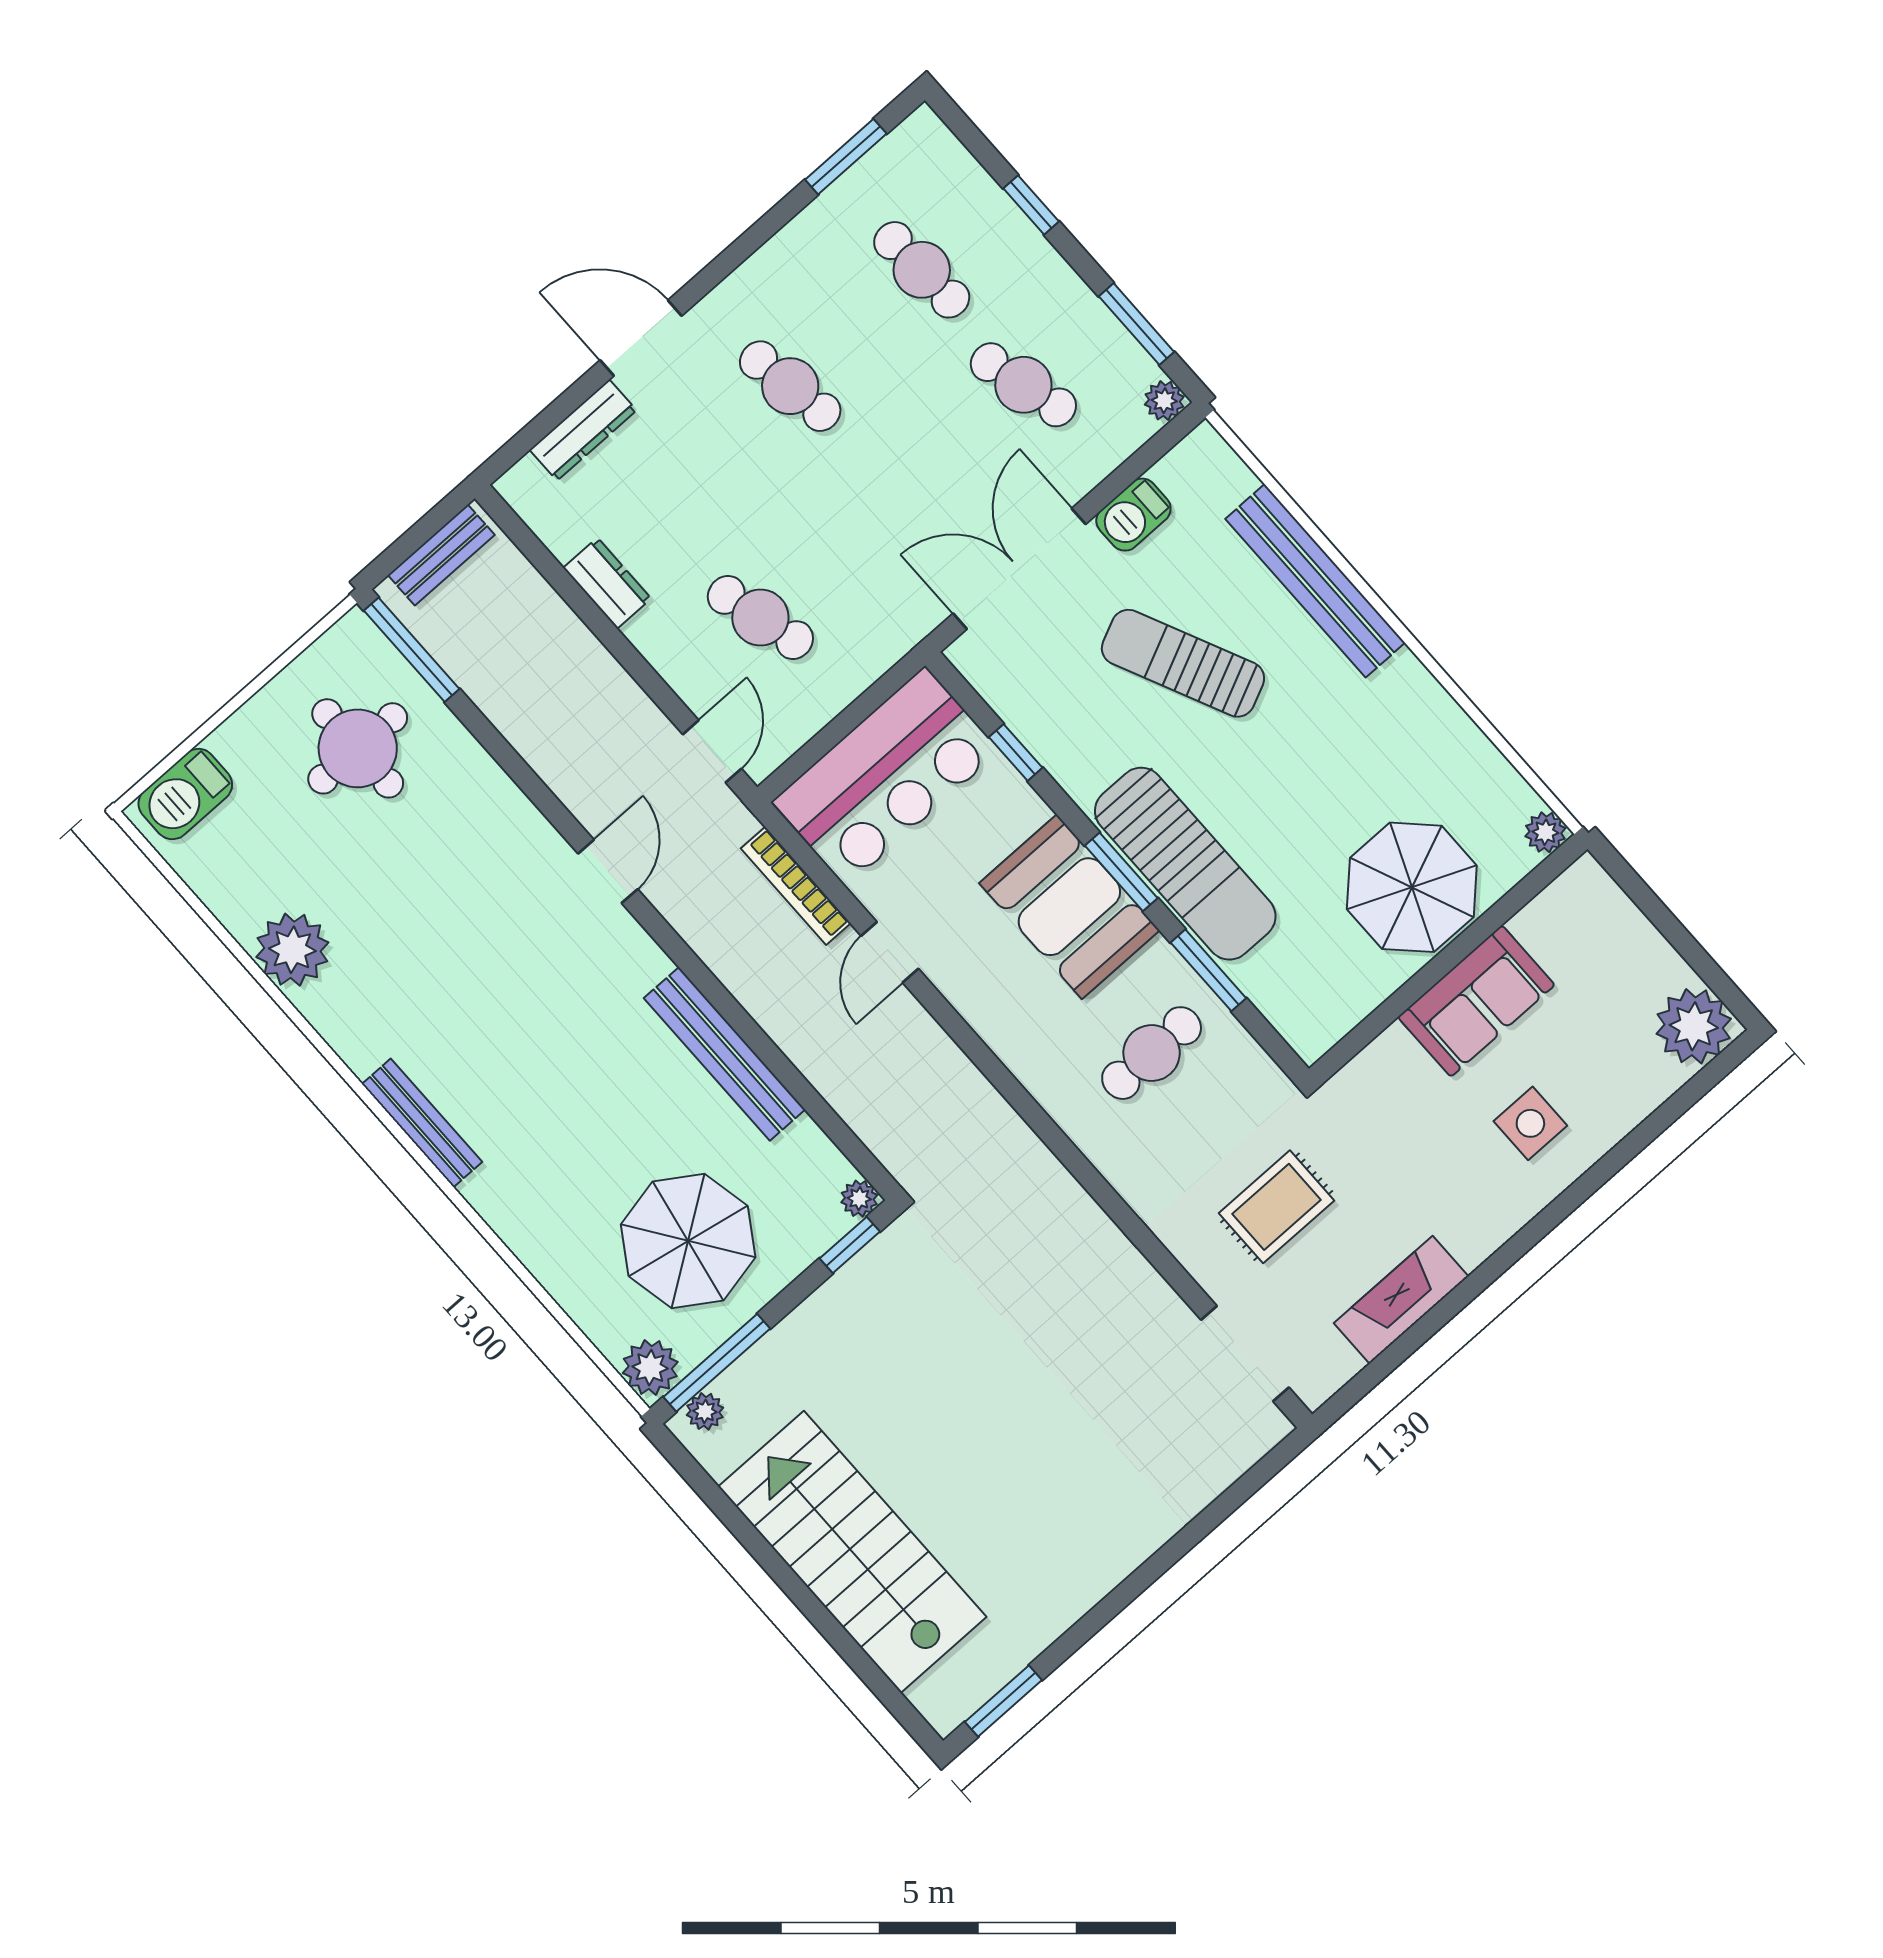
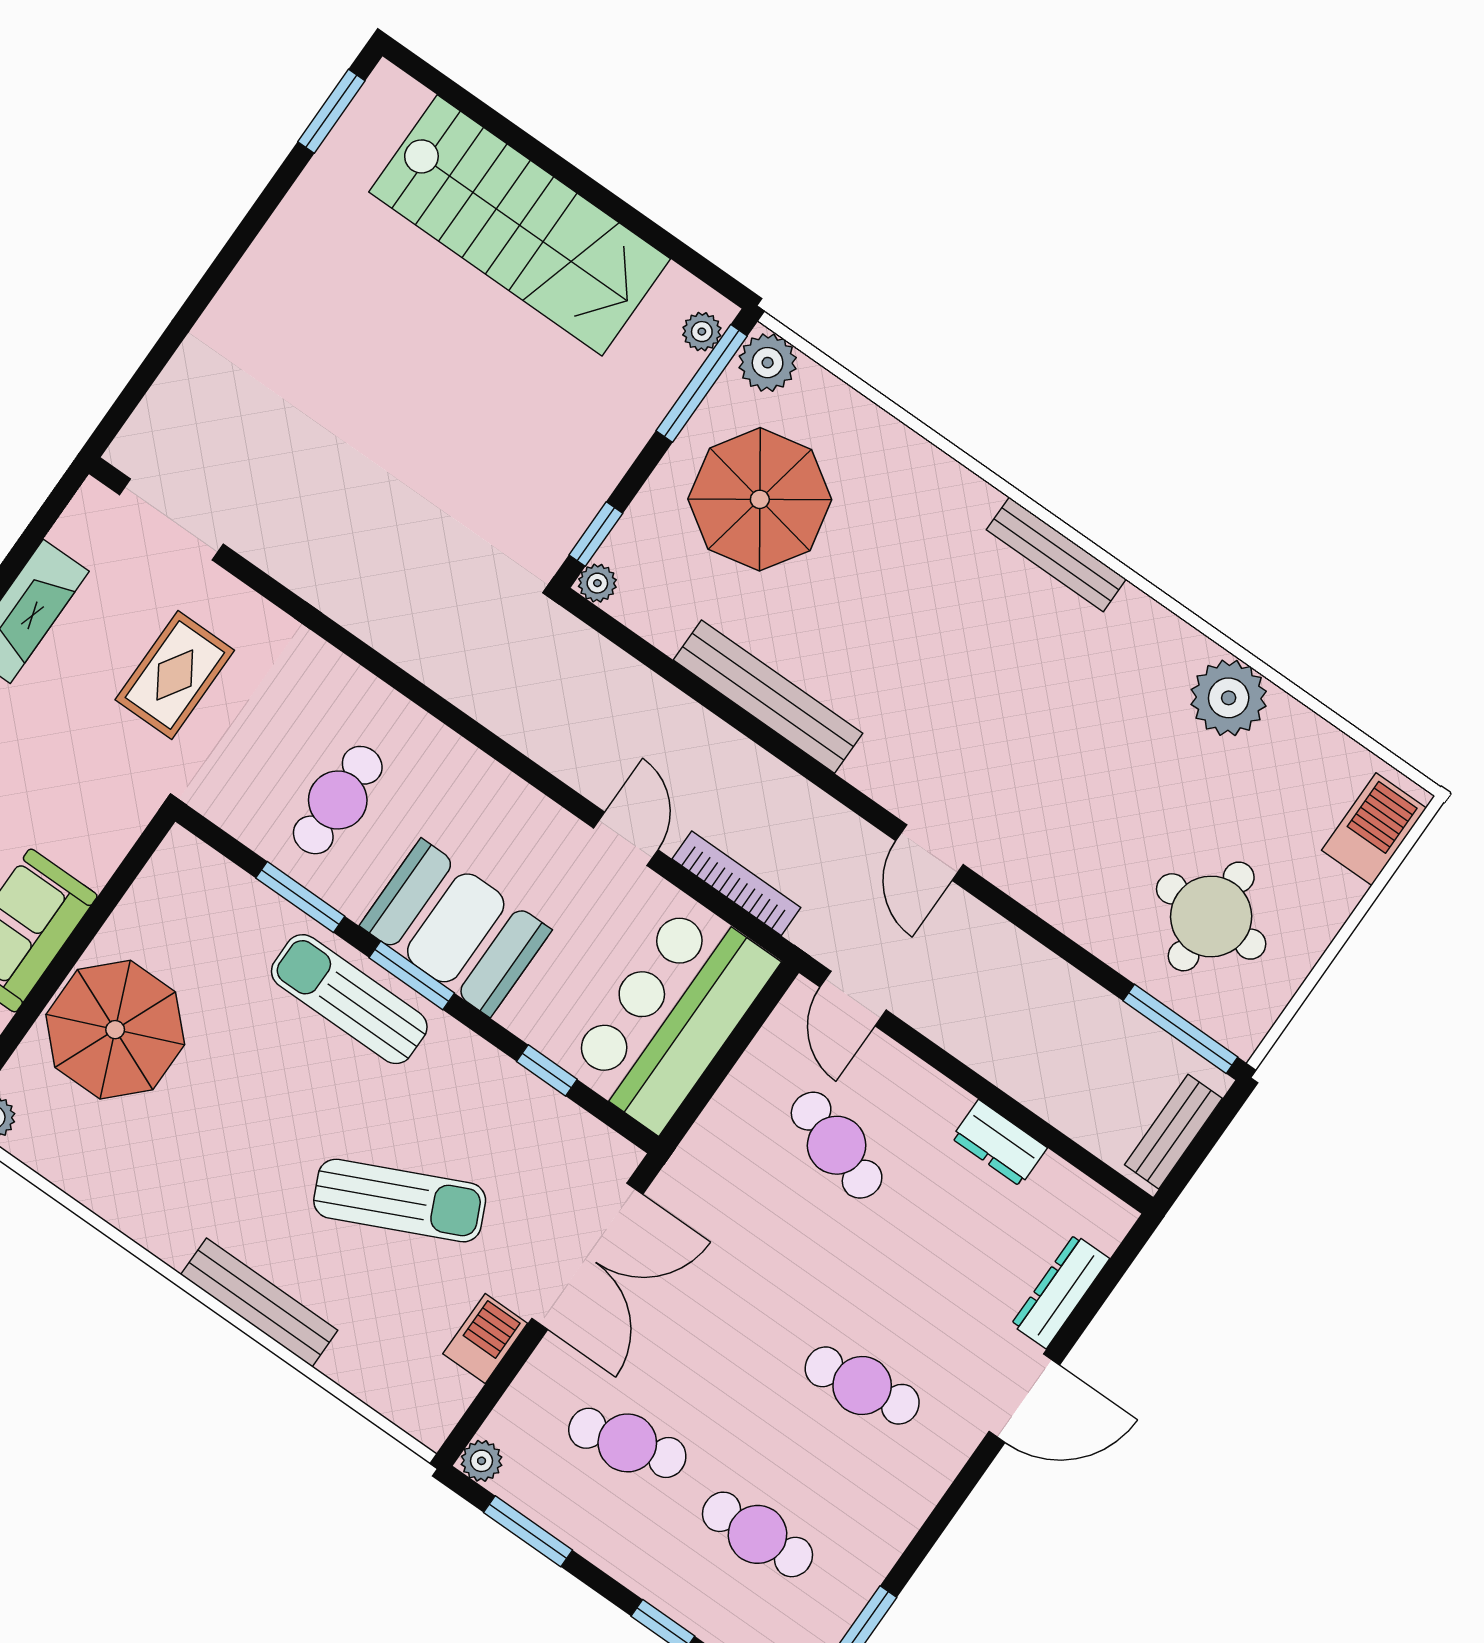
bench: (1315, 581) -> (259, 1302), width x0.73, depth x0.82
cafe table: (760, 617) -> (837, 1145), turned 33
sun lounger: (1185, 864) -> (349, 999), width x0.73, depth x0.75

